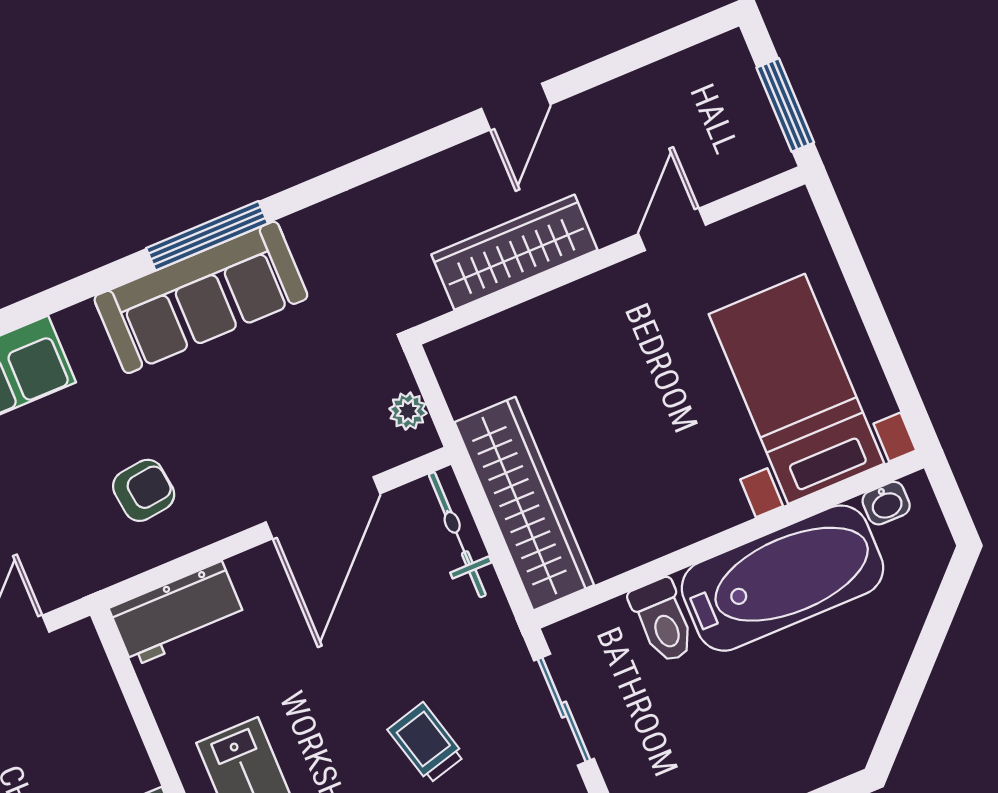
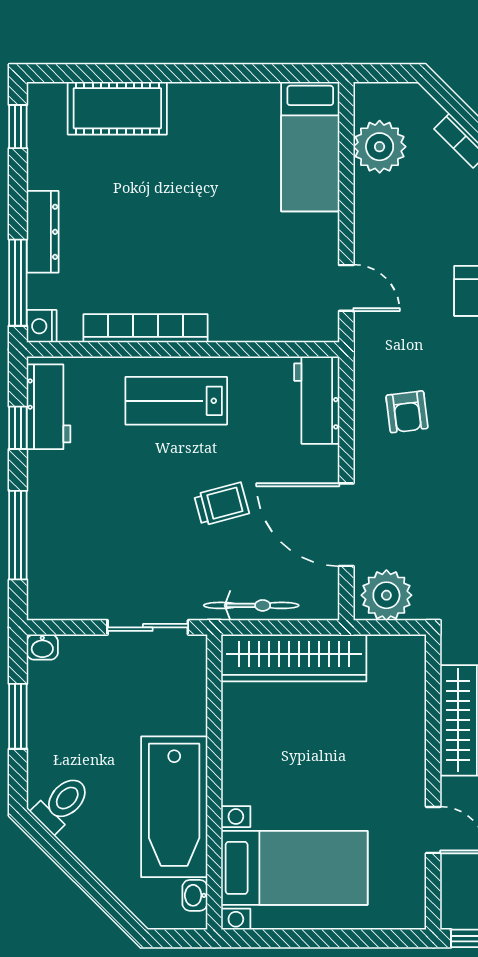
plant: (408, 411) -> (386, 595), width x1.87, depth x1.87
bicycle: (457, 535) -> (251, 605), moved
toilet: (663, 621) -> (62, 804), moved, turned 135
trolley: (426, 743) -> (222, 504), moved

